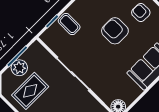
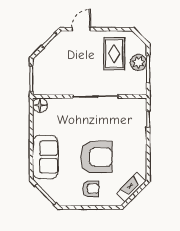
coffee table: (69, 24) -> (134, 129), removed
armchair: (115, 31) -> (96, 157), width x1.36, depth x1.36

